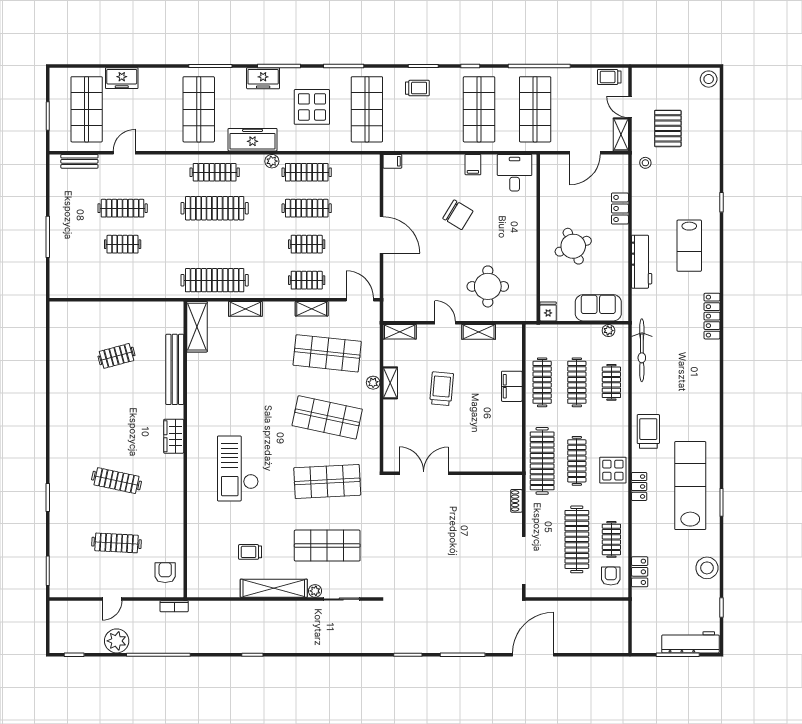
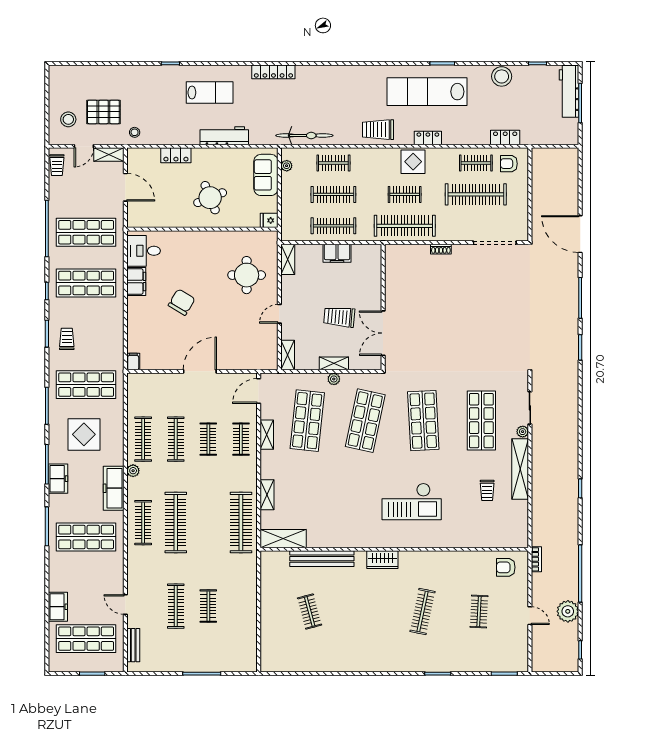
stool: (709, 79) -> (68, 119), moved
filing cabinet: (473, 165) -> (136, 281), width x2.00
shelving: (479, 332) -> (288, 259), moved
clothes rail: (577, 461) -> (405, 194), width x0.73
double door: (424, 473) -> (383, 333), moved
wall: (453, 473) -> (383, 307), moved
clothes rail: (116, 543) -> (479, 611), width x0.73

